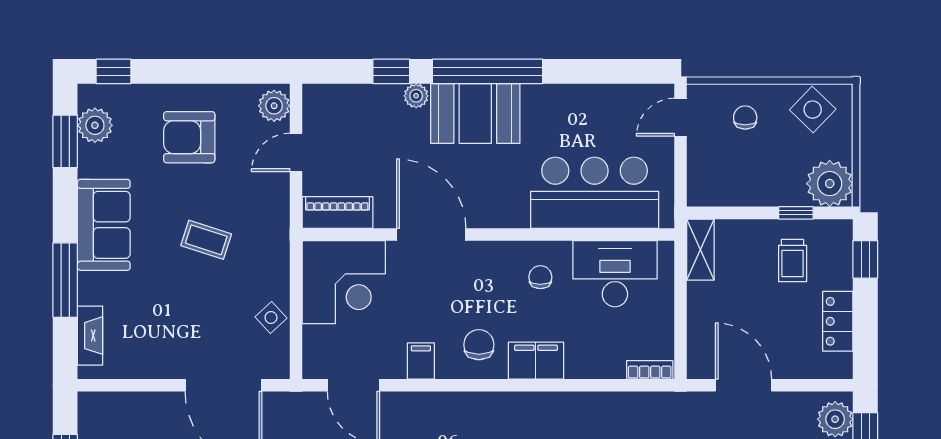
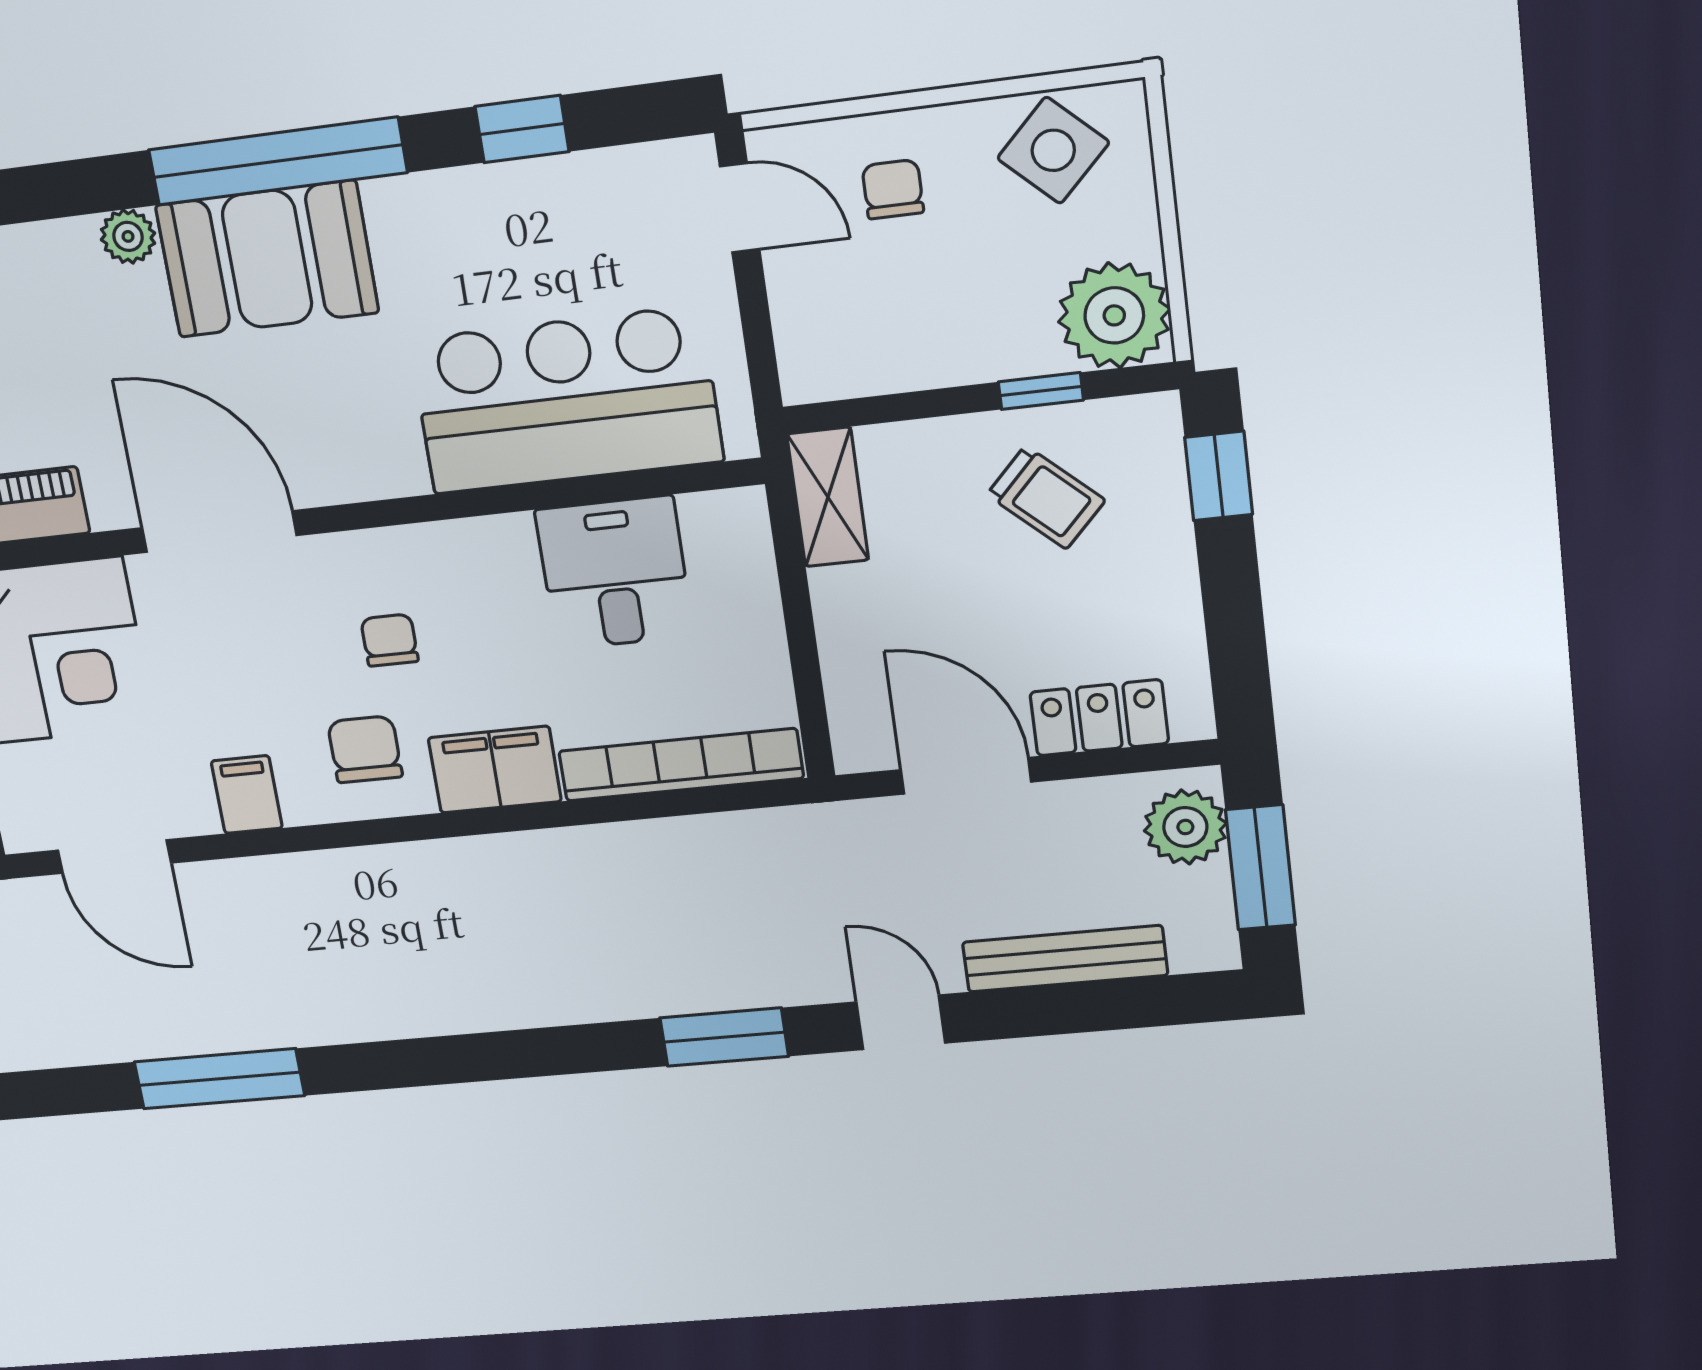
window: (391, 71) -> (522, 129), moved
door: (681, 117) -> (740, 208), swing flipped
trolley: (793, 261) -> (1046, 497), turned -47
desk: (615, 274) -> (614, 573), width x0.73
chair: (540, 277) -> (390, 640), moved
locker: (838, 321) -> (1099, 718), moved, turned 90
bookcase: (650, 370) -> (681, 765), width x2.31, depth x1.31

